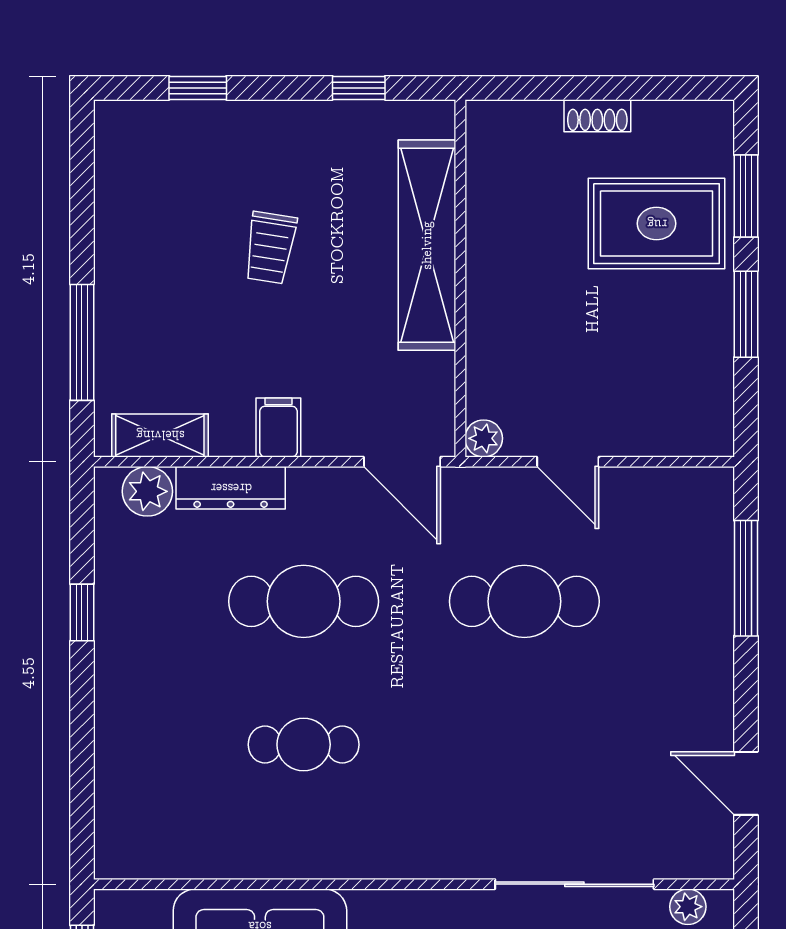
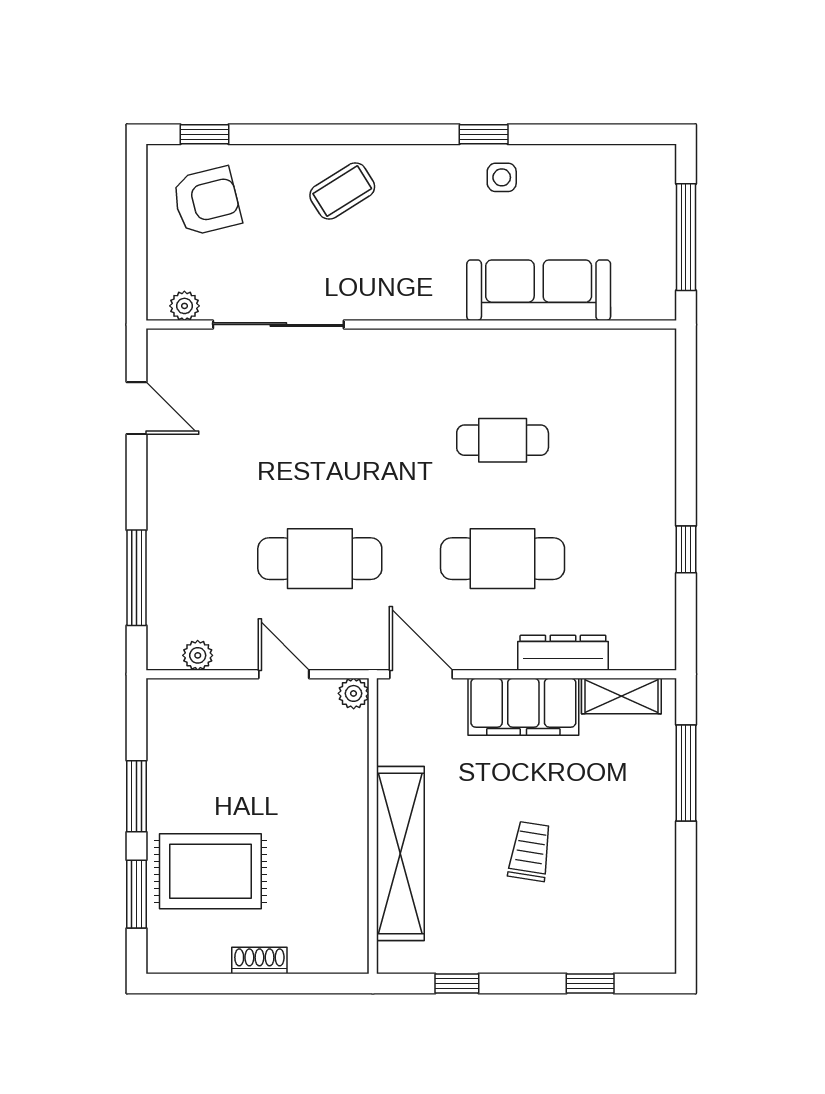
filing cabinet: (278, 427) -> (523, 707), width x3.00, depth x1.17
plant: (147, 491) -> (198, 655), moved, width x0.73, depth x0.73

